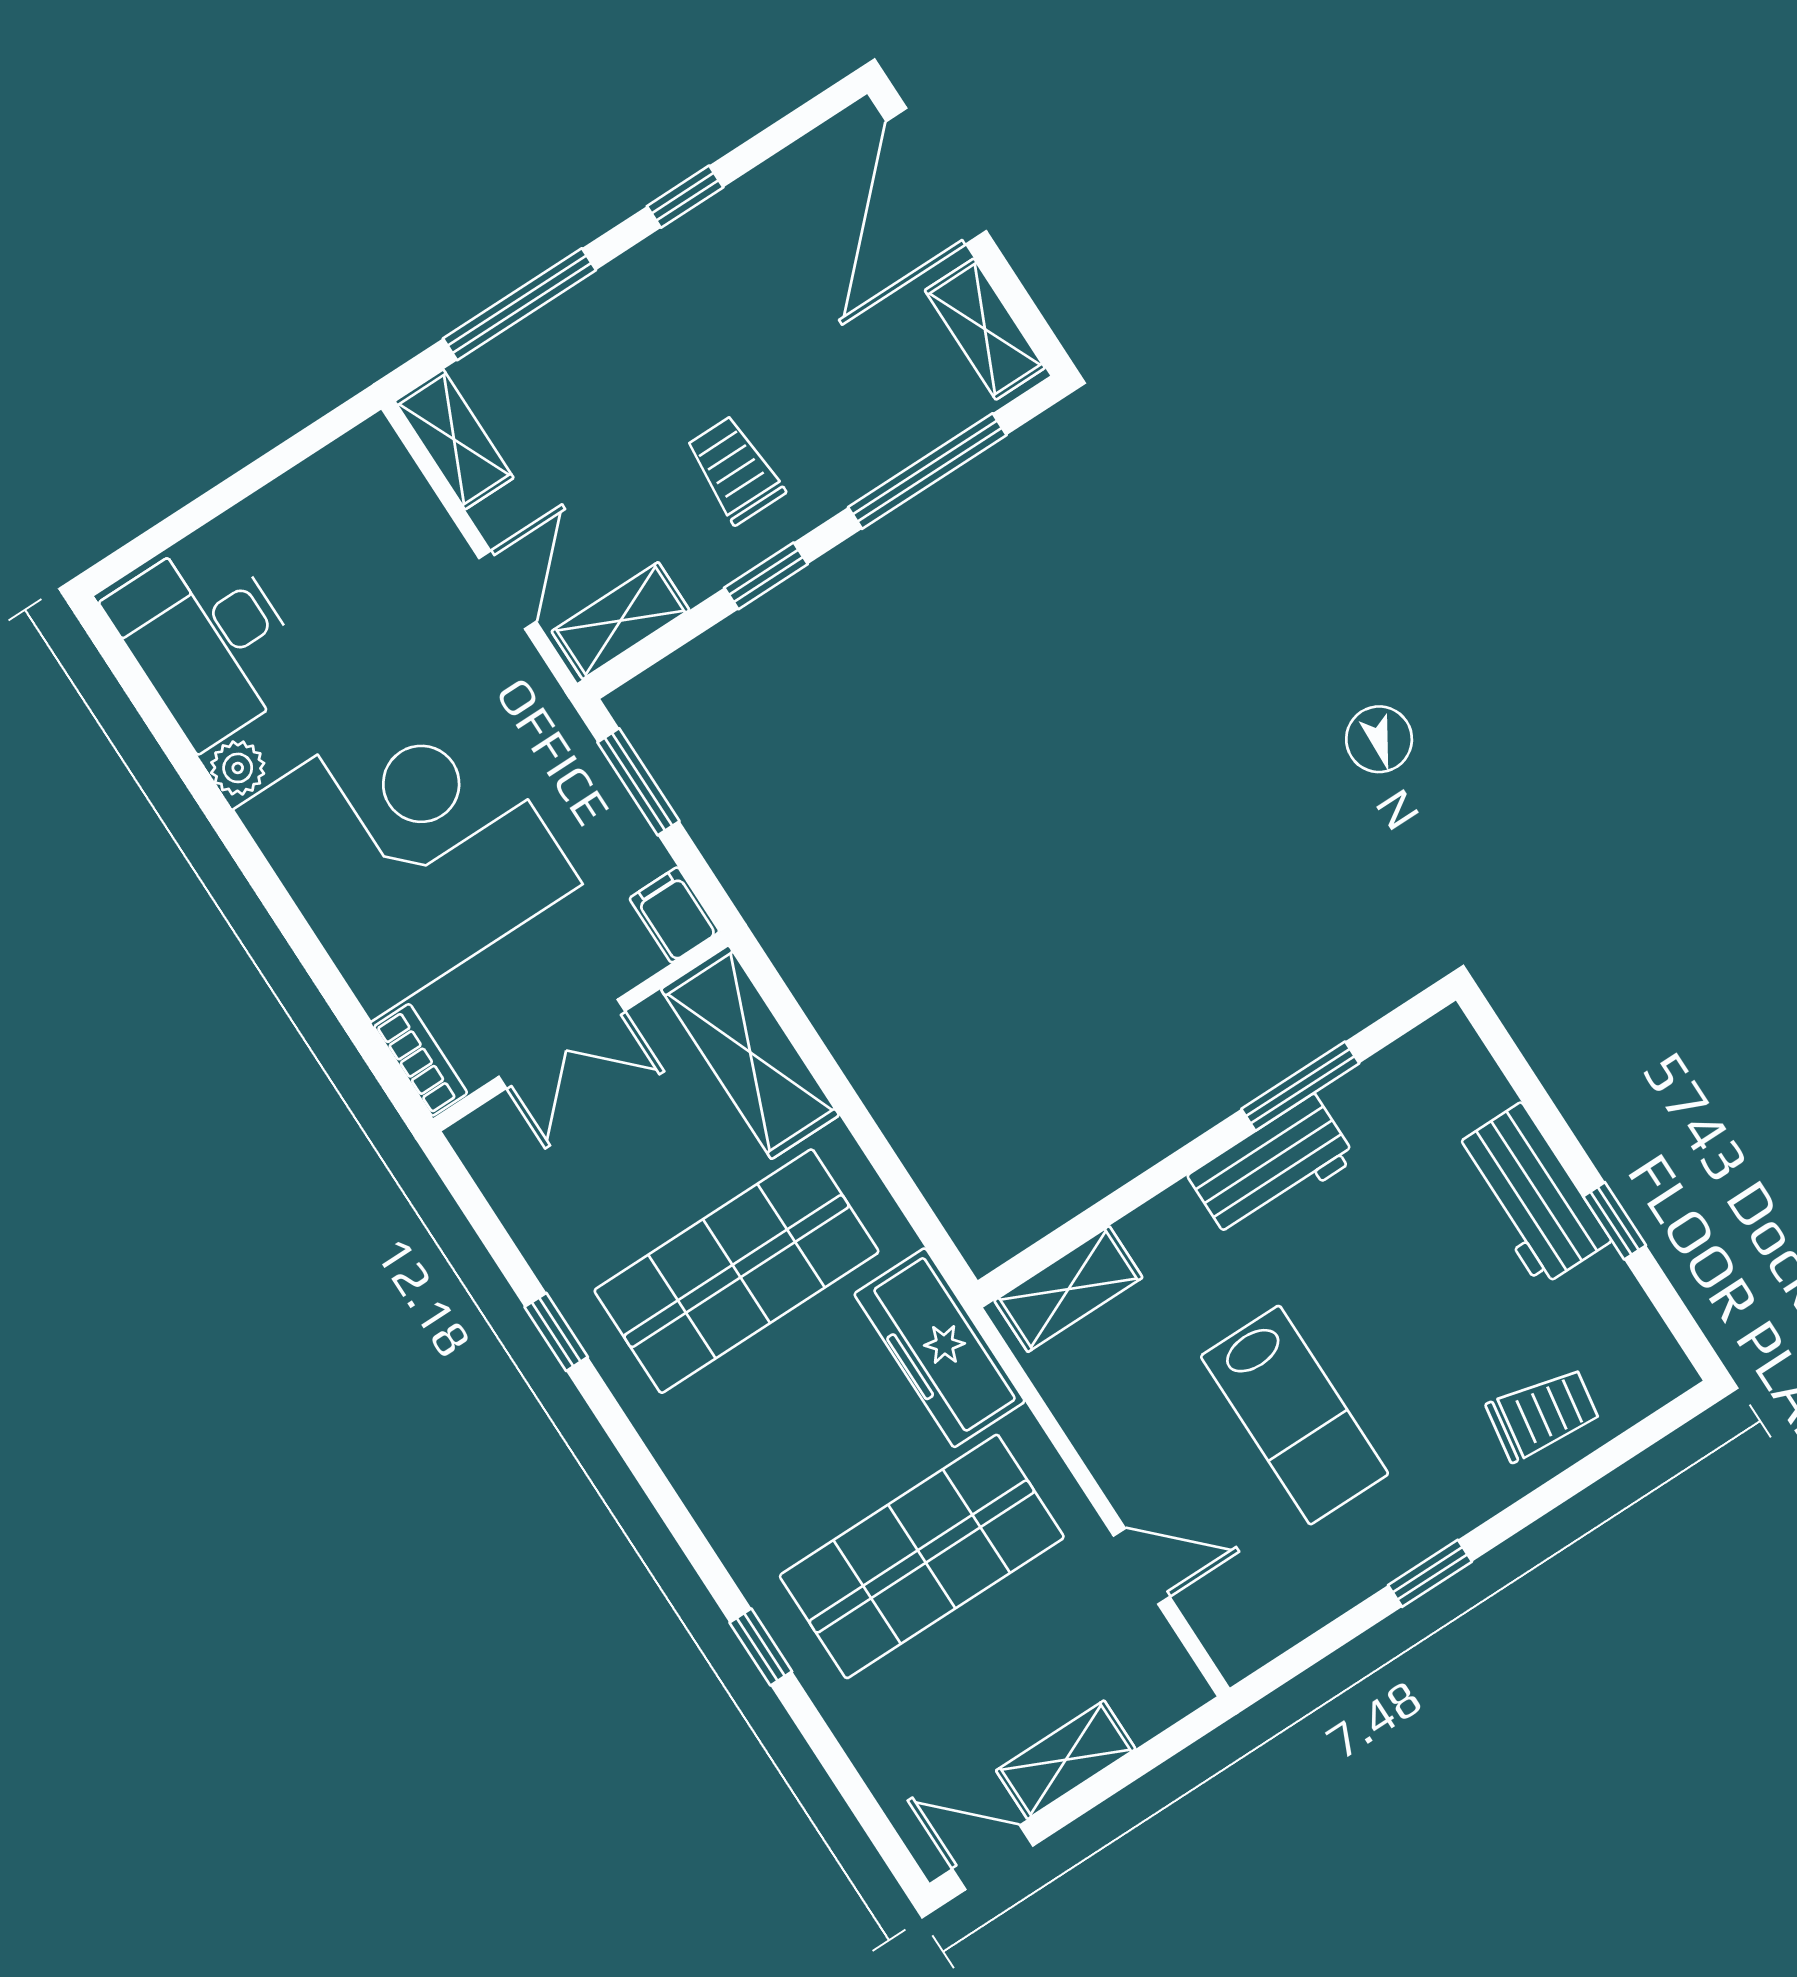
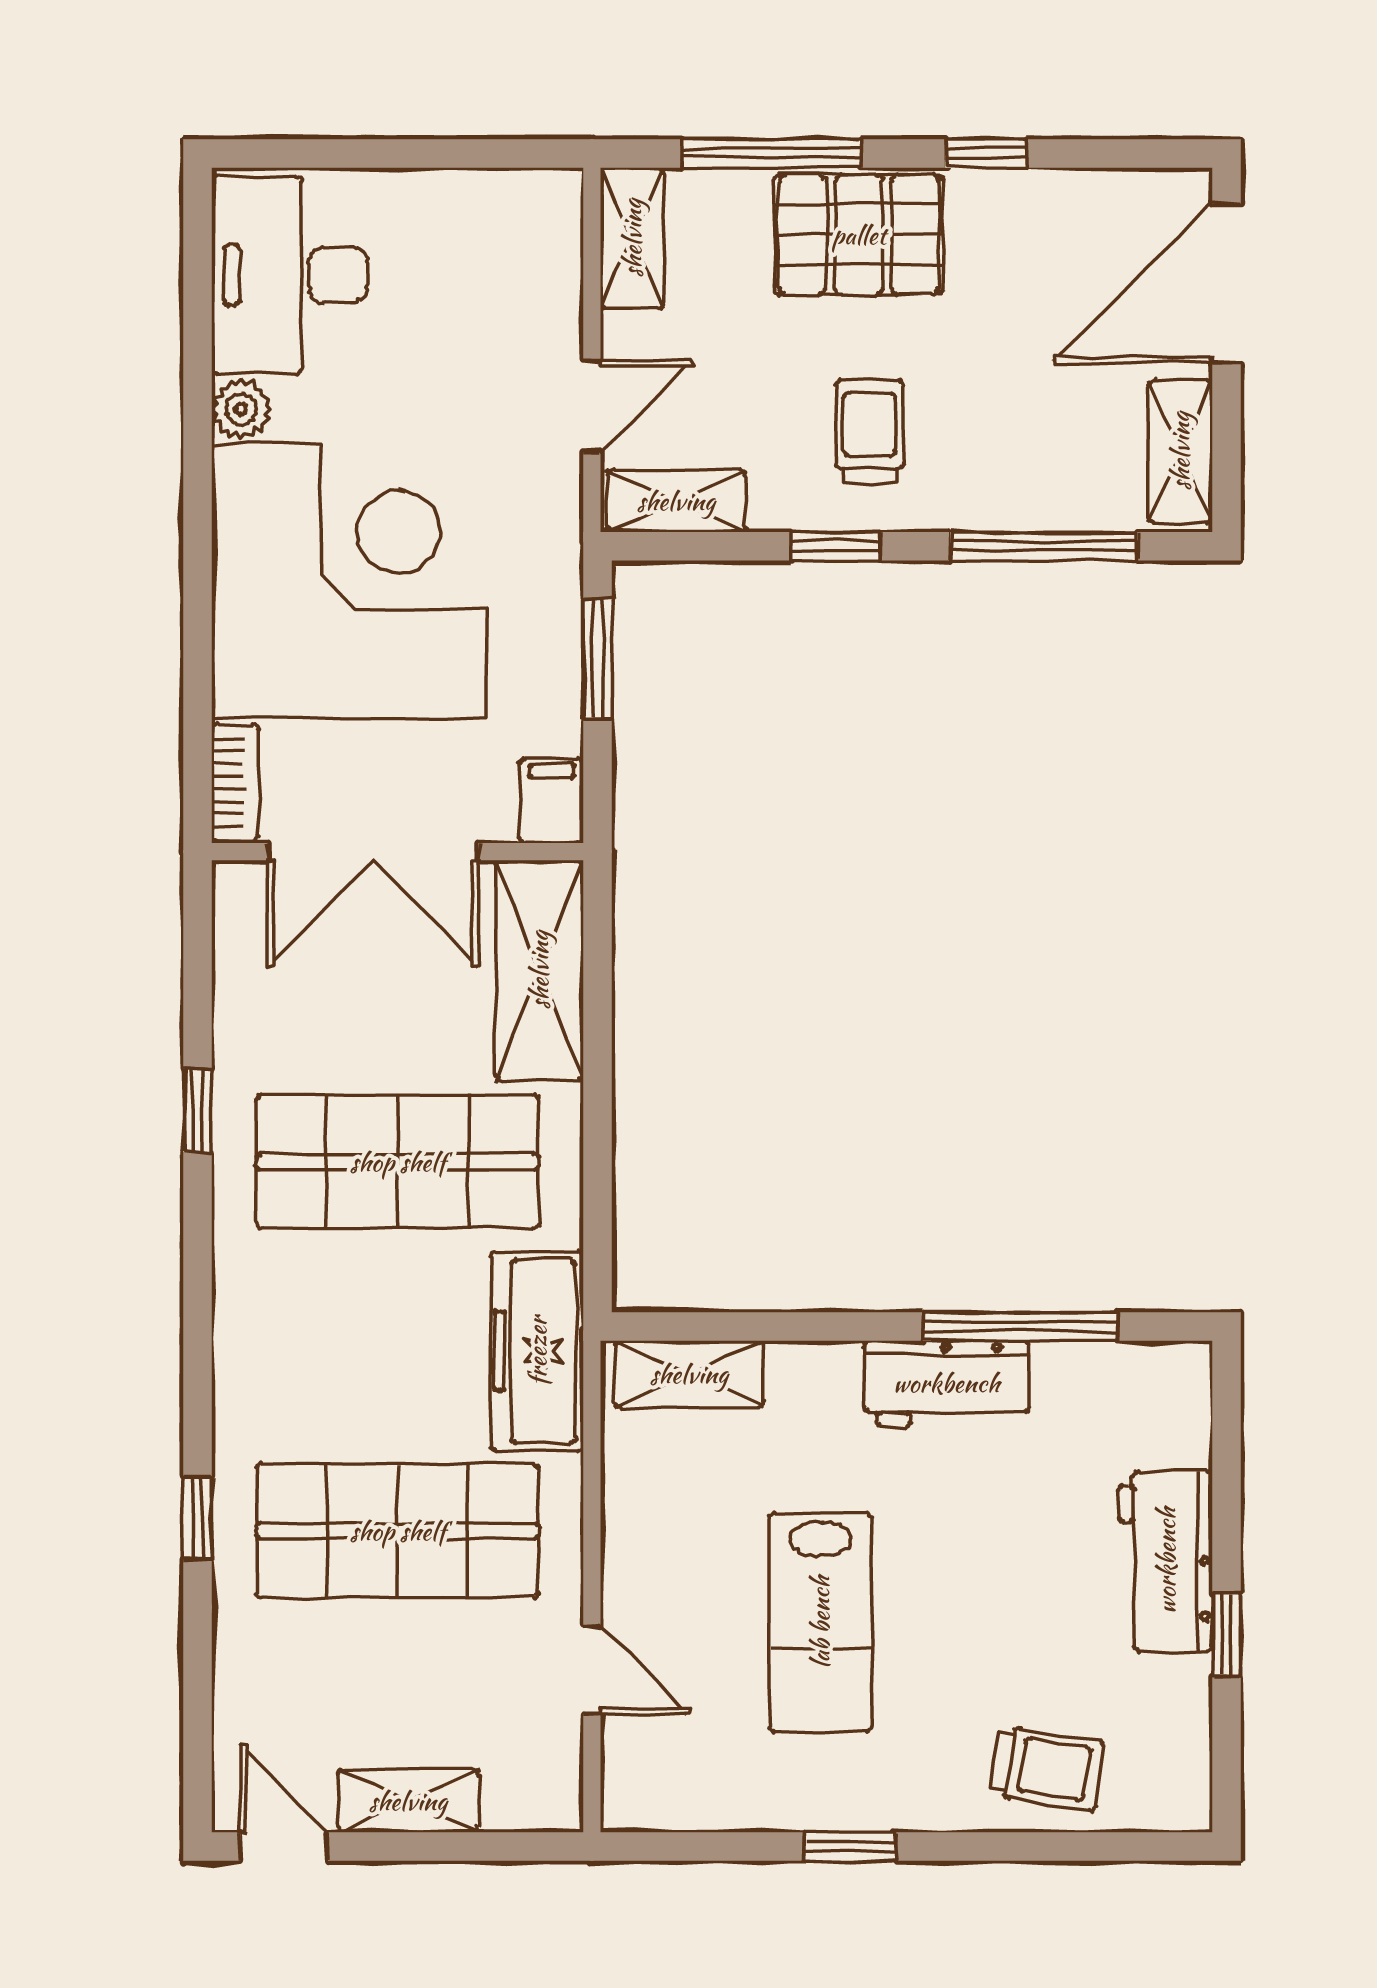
pallet: (628, 323) -> (859, 235), added
double door: (562, 1044) -> (373, 852), width x1.37
window: (1300, 1086) -> (1020, 1326), width x1.44

